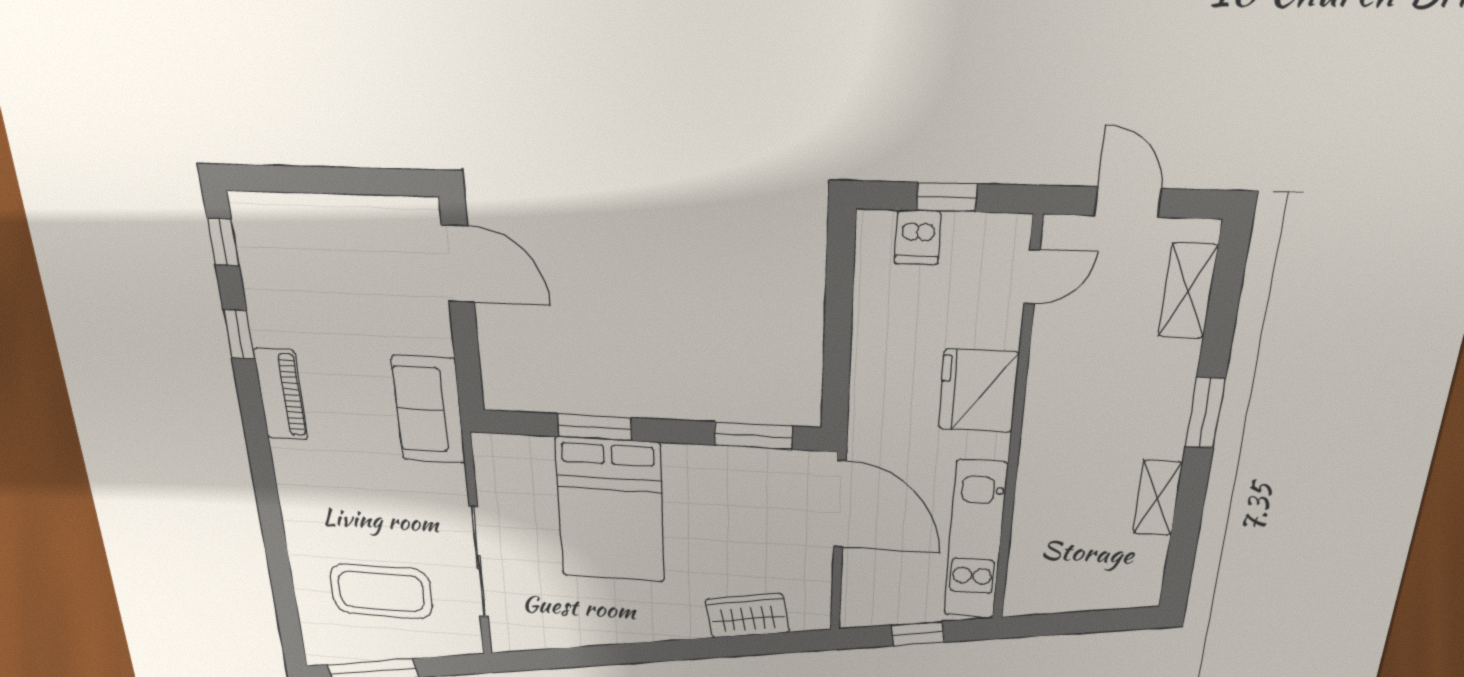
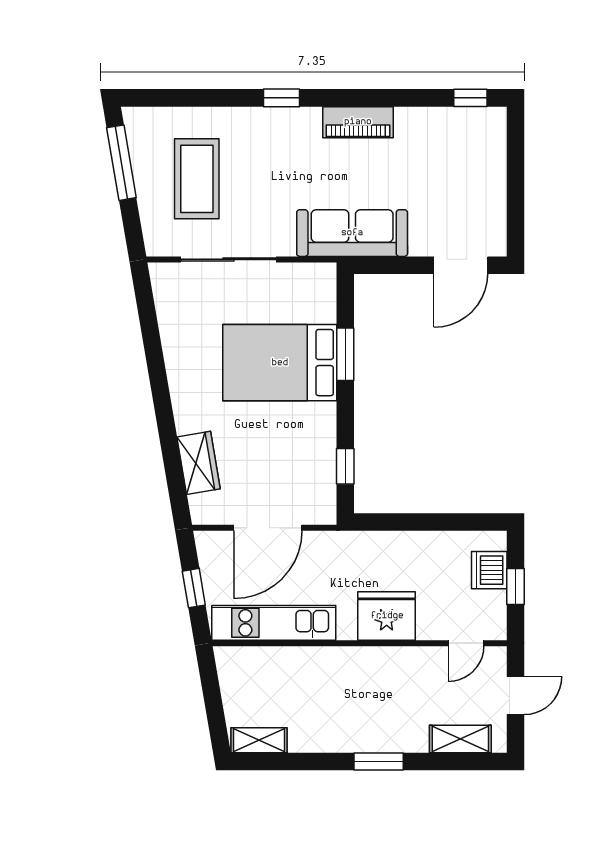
dishwasher: (918, 237) -> (489, 570), width x1.38
door: (1032, 277) -> (466, 643), hinge flipped
window: (239, 334) -> (282, 98), moved
sofa: (429, 410) -> (352, 233), width x1.36
window: (753, 436) -> (345, 466), width x0.67
shelving: (1158, 498) -> (259, 740), moved
door: (840, 504) -> (268, 528), moved

